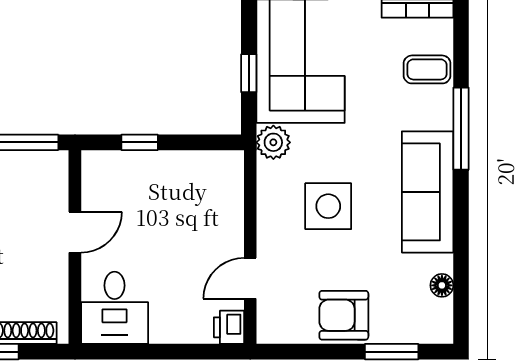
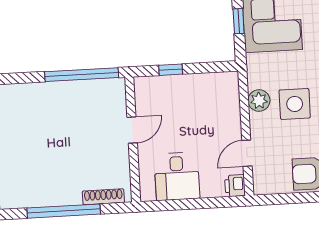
plant: (273, 142) -> (259, 100), moved
desk: (115, 308) -> (177, 176), moved

